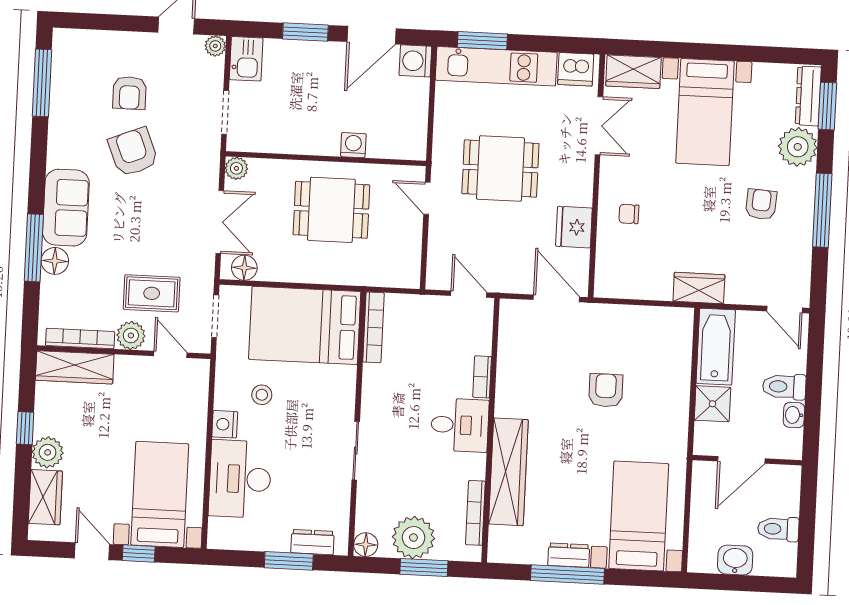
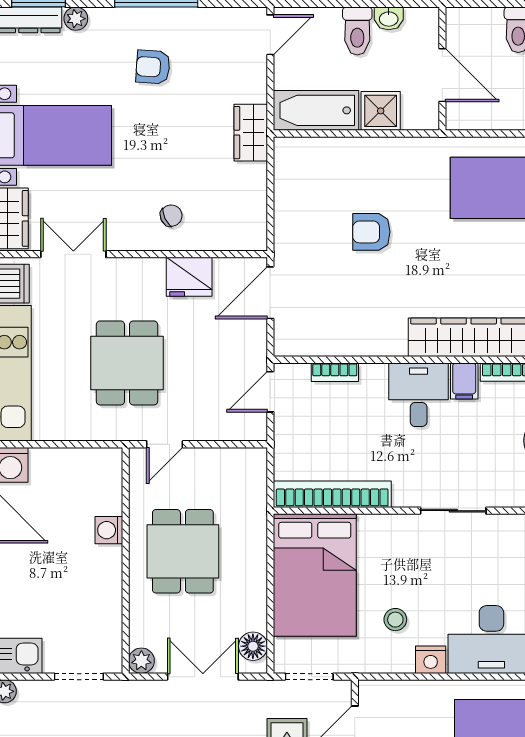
plant: (798, 147) -> (76, 19), width x0.53, depth x0.53
chair: (629, 214) -> (171, 216), turned -115
bookcase: (373, 327) -> (332, 494), width x1.48, depth x1.31
bookcase: (482, 377) -> (335, 372), moved
filing cabinet: (470, 466) -> (464, 381), added

